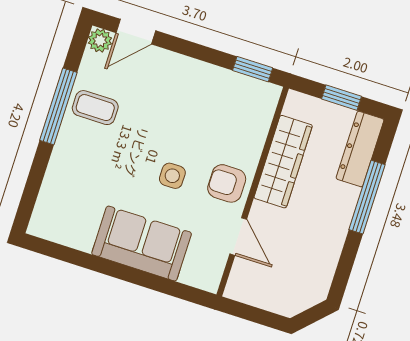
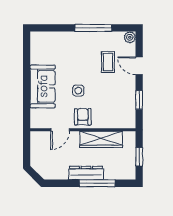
door: (136, 32) -> (139, 66), moved
window: (253, 69) -> (139, 100), moved
coffee table: (95, 108) -> (108, 62), moved
dresser: (360, 149) -> (86, 173), moved

